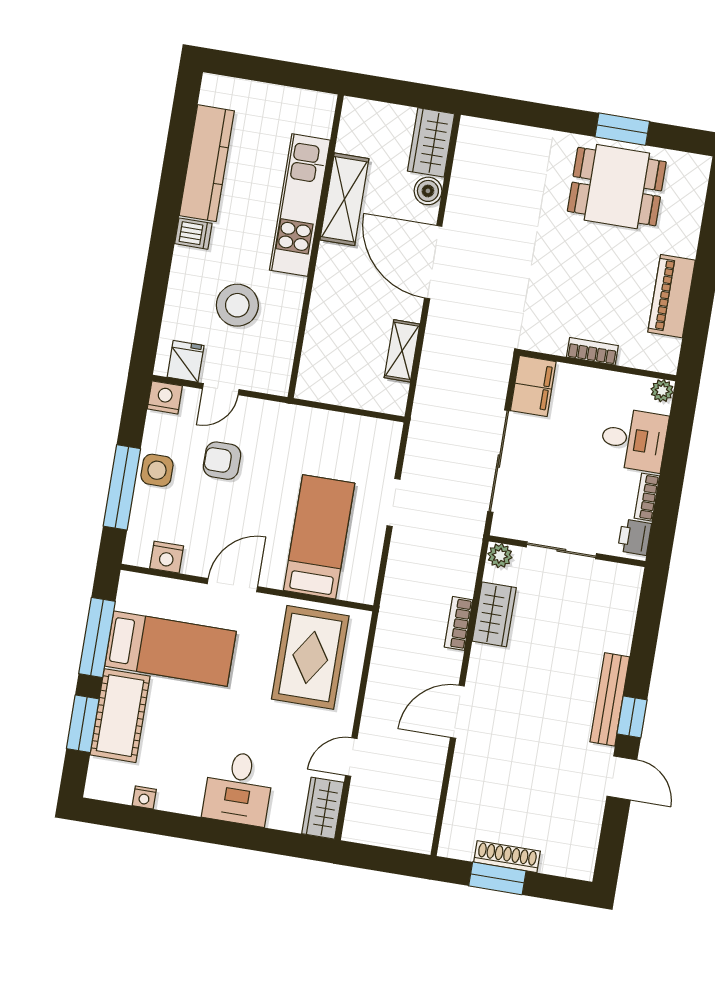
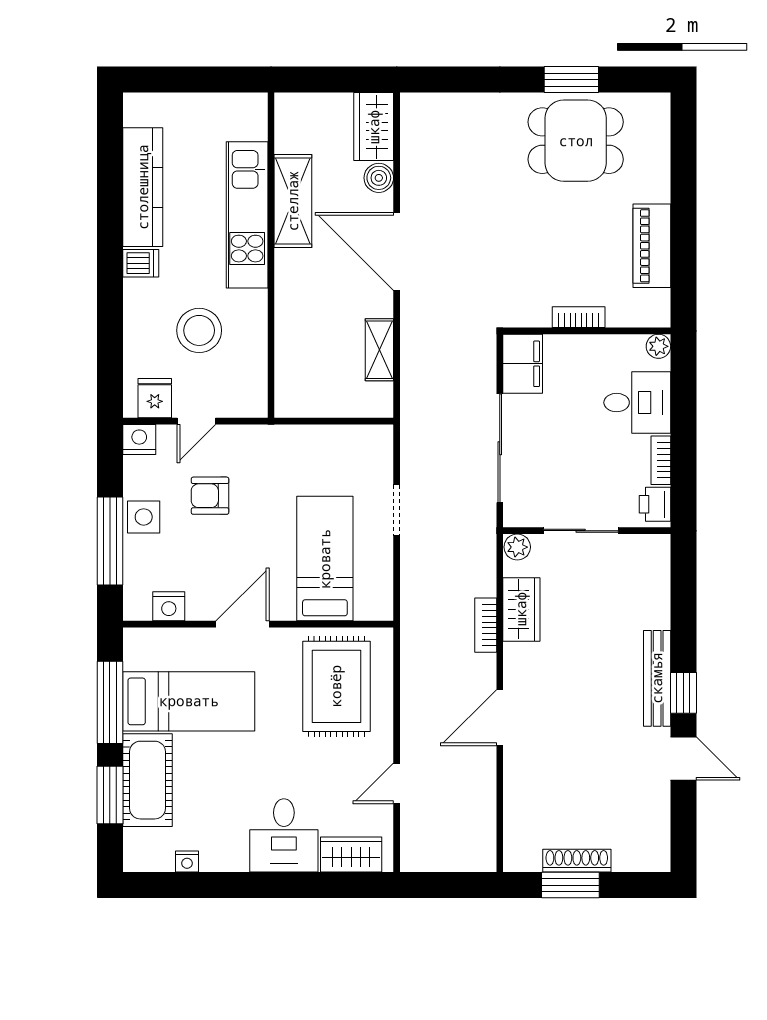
wardrobe: (323, 808) -> (351, 855), moved, turned 90

